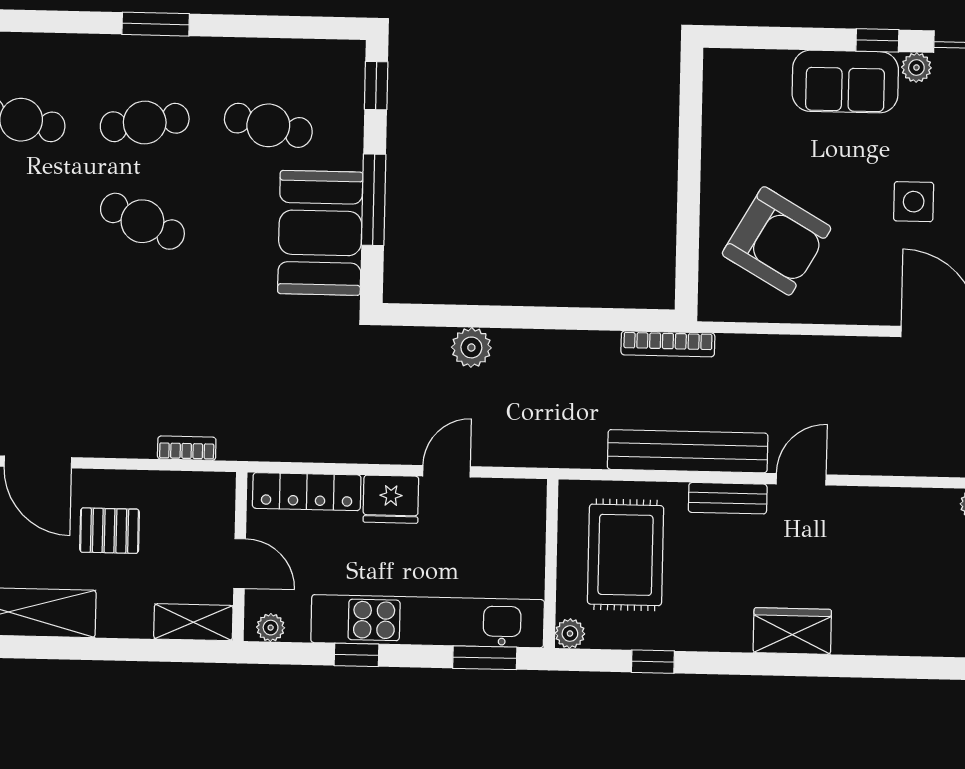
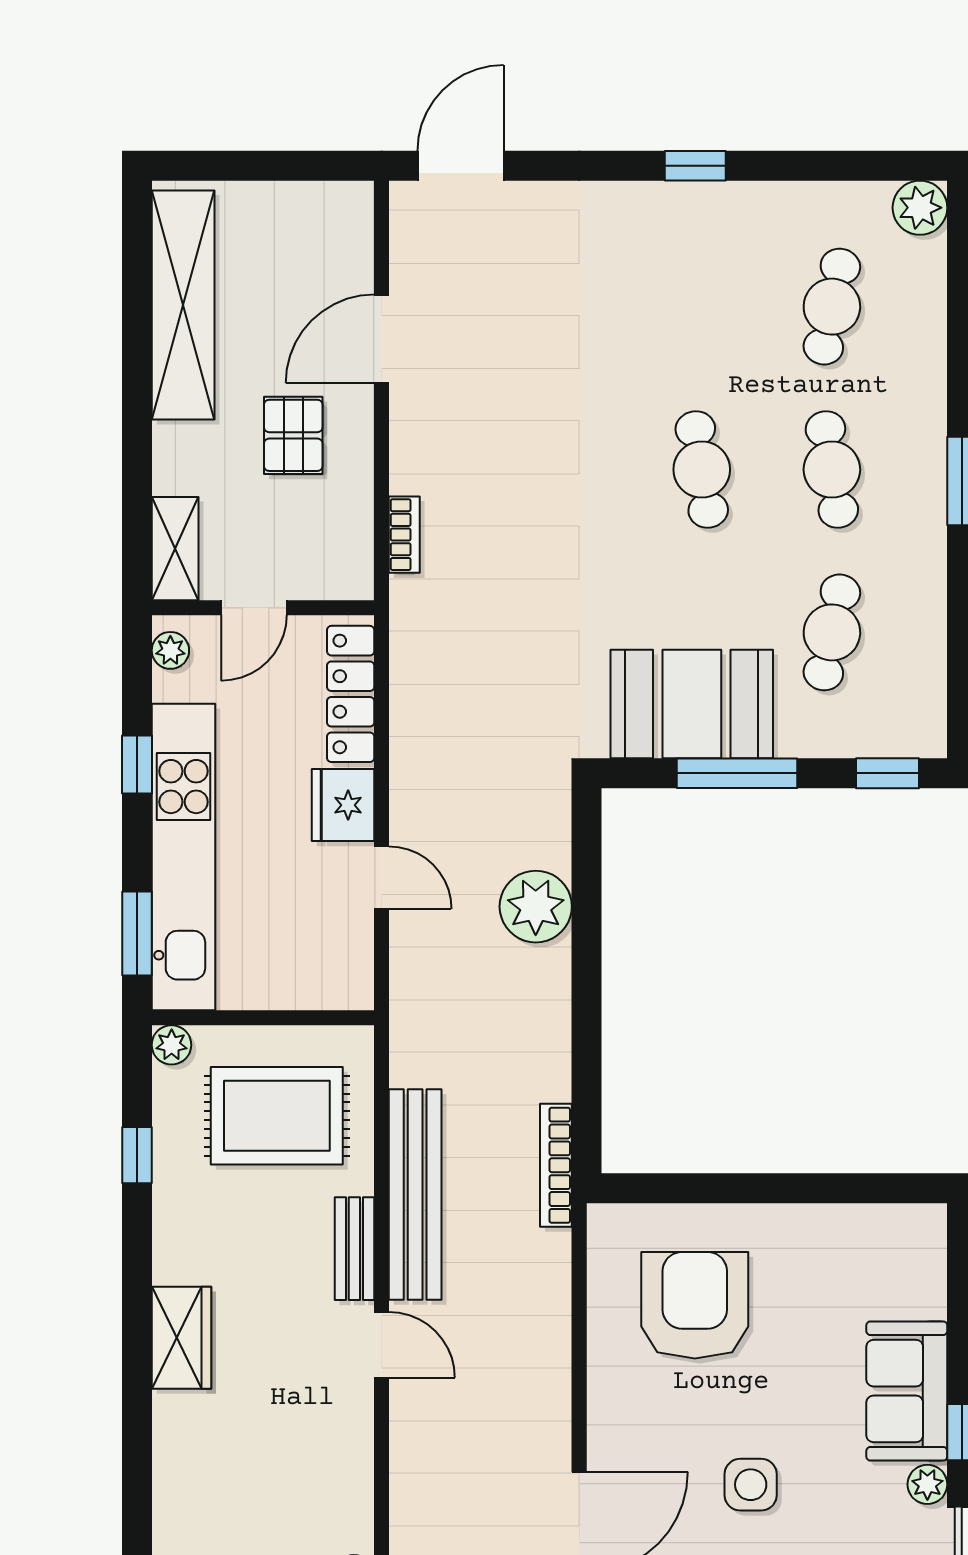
cafe table: (142, 221) -> (702, 470), turned -33
armchair: (777, 241) -> (695, 1305), turned 150
plant: (471, 347) -> (536, 907), width x1.36, depth x1.36

